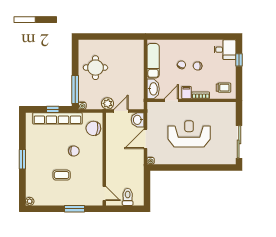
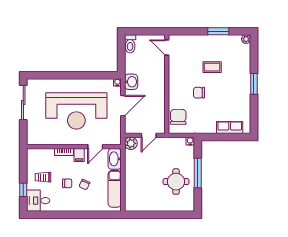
trolley: (223, 88) -> (43, 177), moved
window: (75, 89) -> (198, 173), moved
plant: (108, 103) -> (131, 143), moved
window: (53, 109) -> (222, 137), removed
row of seats: (57, 118) -> (230, 127), width x0.50
washbasin: (138, 120) -> (131, 82), moved
chair: (93, 128) -> (178, 117), turned -95
reception desk: (189, 134) -> (76, 111), width x1.36, depth x1.30
toilet: (128, 197) -> (130, 44), moved
window: (74, 209) -> (218, 31), moved

